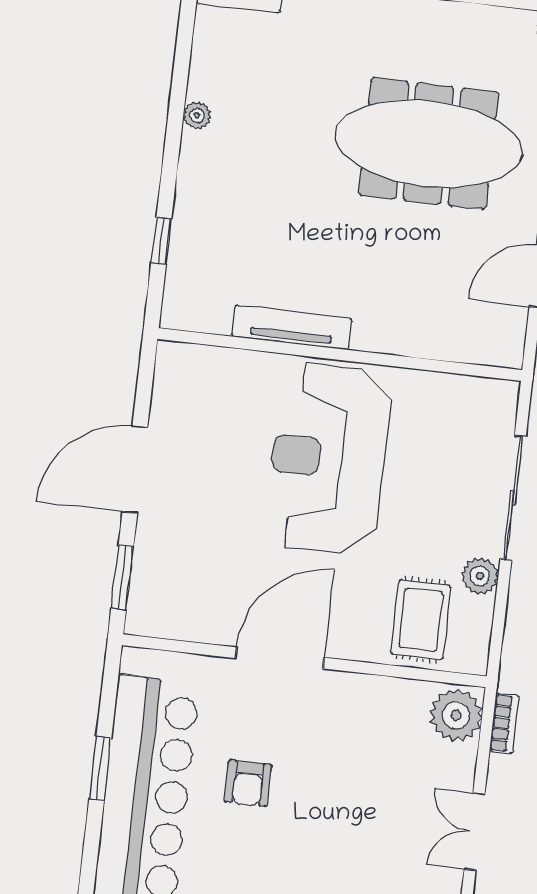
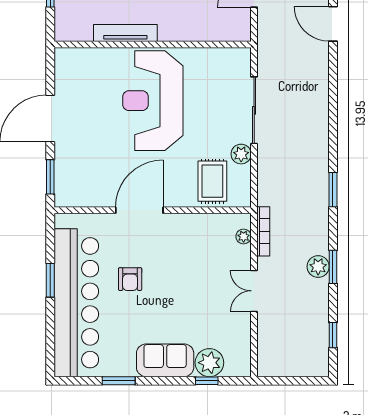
plant: (456, 715) -> (244, 237), width x0.53, depth x0.53
bookcase: (504, 723) -> (263, 231), width x1.56

